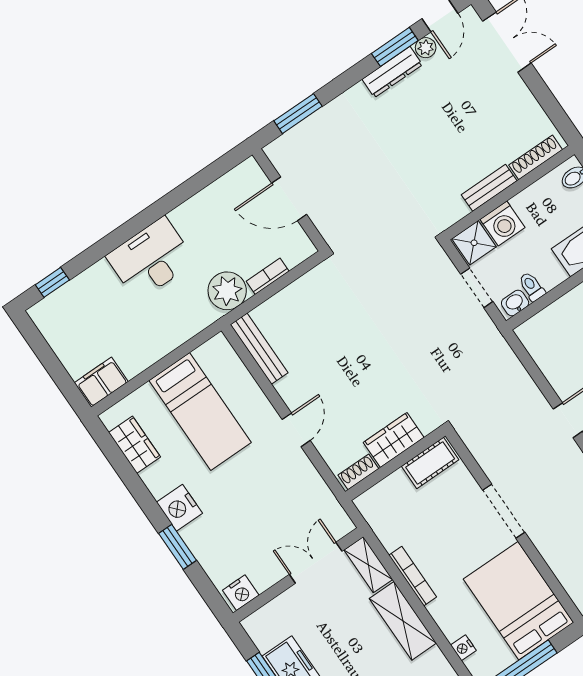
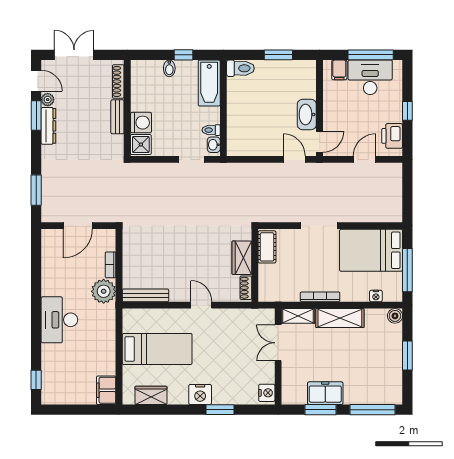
shoe rack: (536, 157) -> (118, 81), moved
bench: (489, 188) -> (117, 117), moved
wall: (509, 193) -> (127, 108), moved
washing machine: (503, 223) -> (141, 123), moved
shower: (474, 243) -> (141, 145), moved

